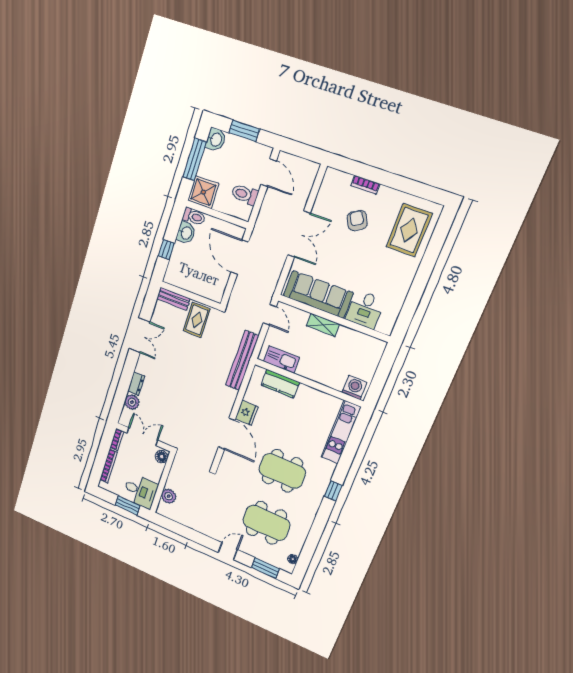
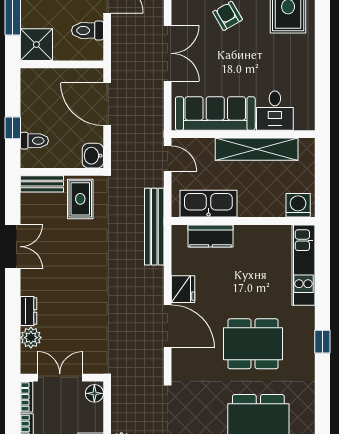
toilet: (194, 217) -> (34, 141), moved
washbasin: (186, 233) -> (93, 156), moved, turned 180
shelving: (323, 325) -> (257, 149), width x2.20, depth x1.33
kitchen sink: (281, 359) -> (208, 204), width x1.36, depth x1.24

